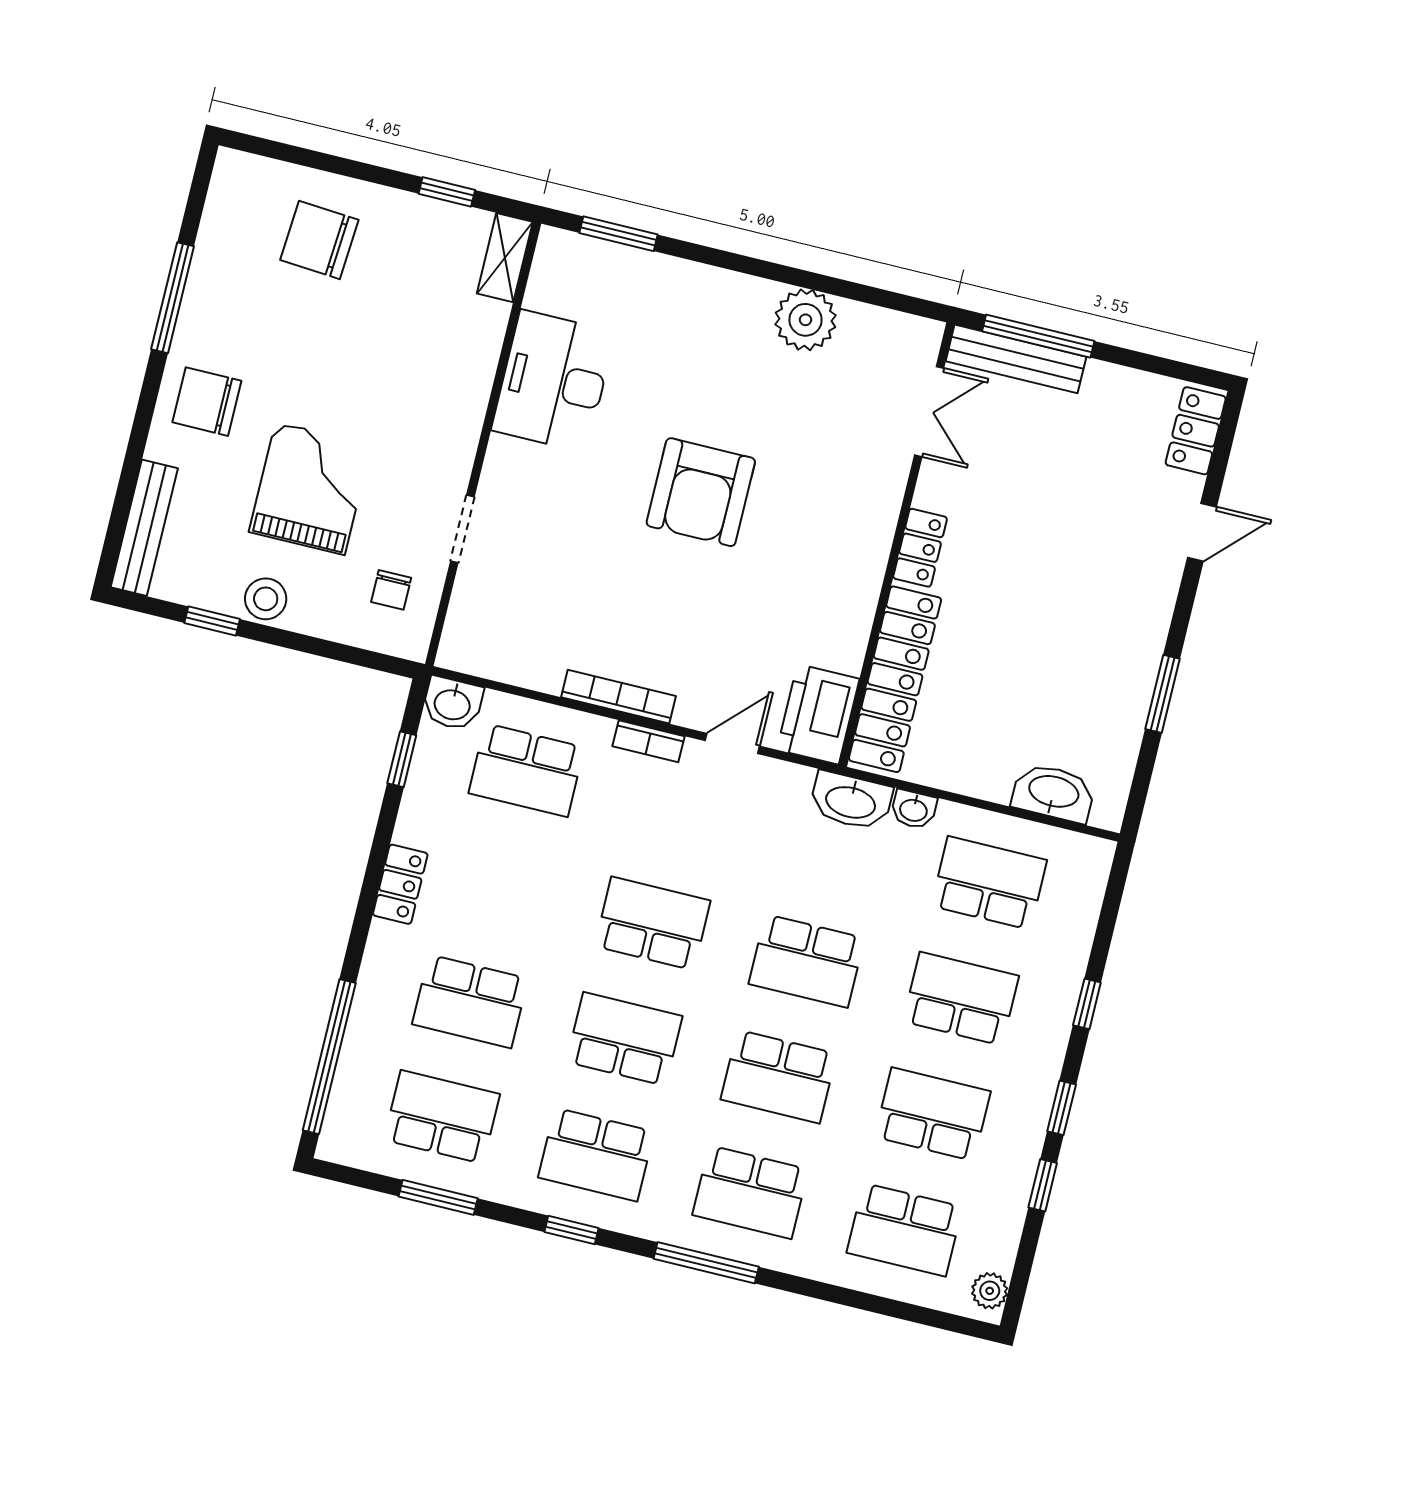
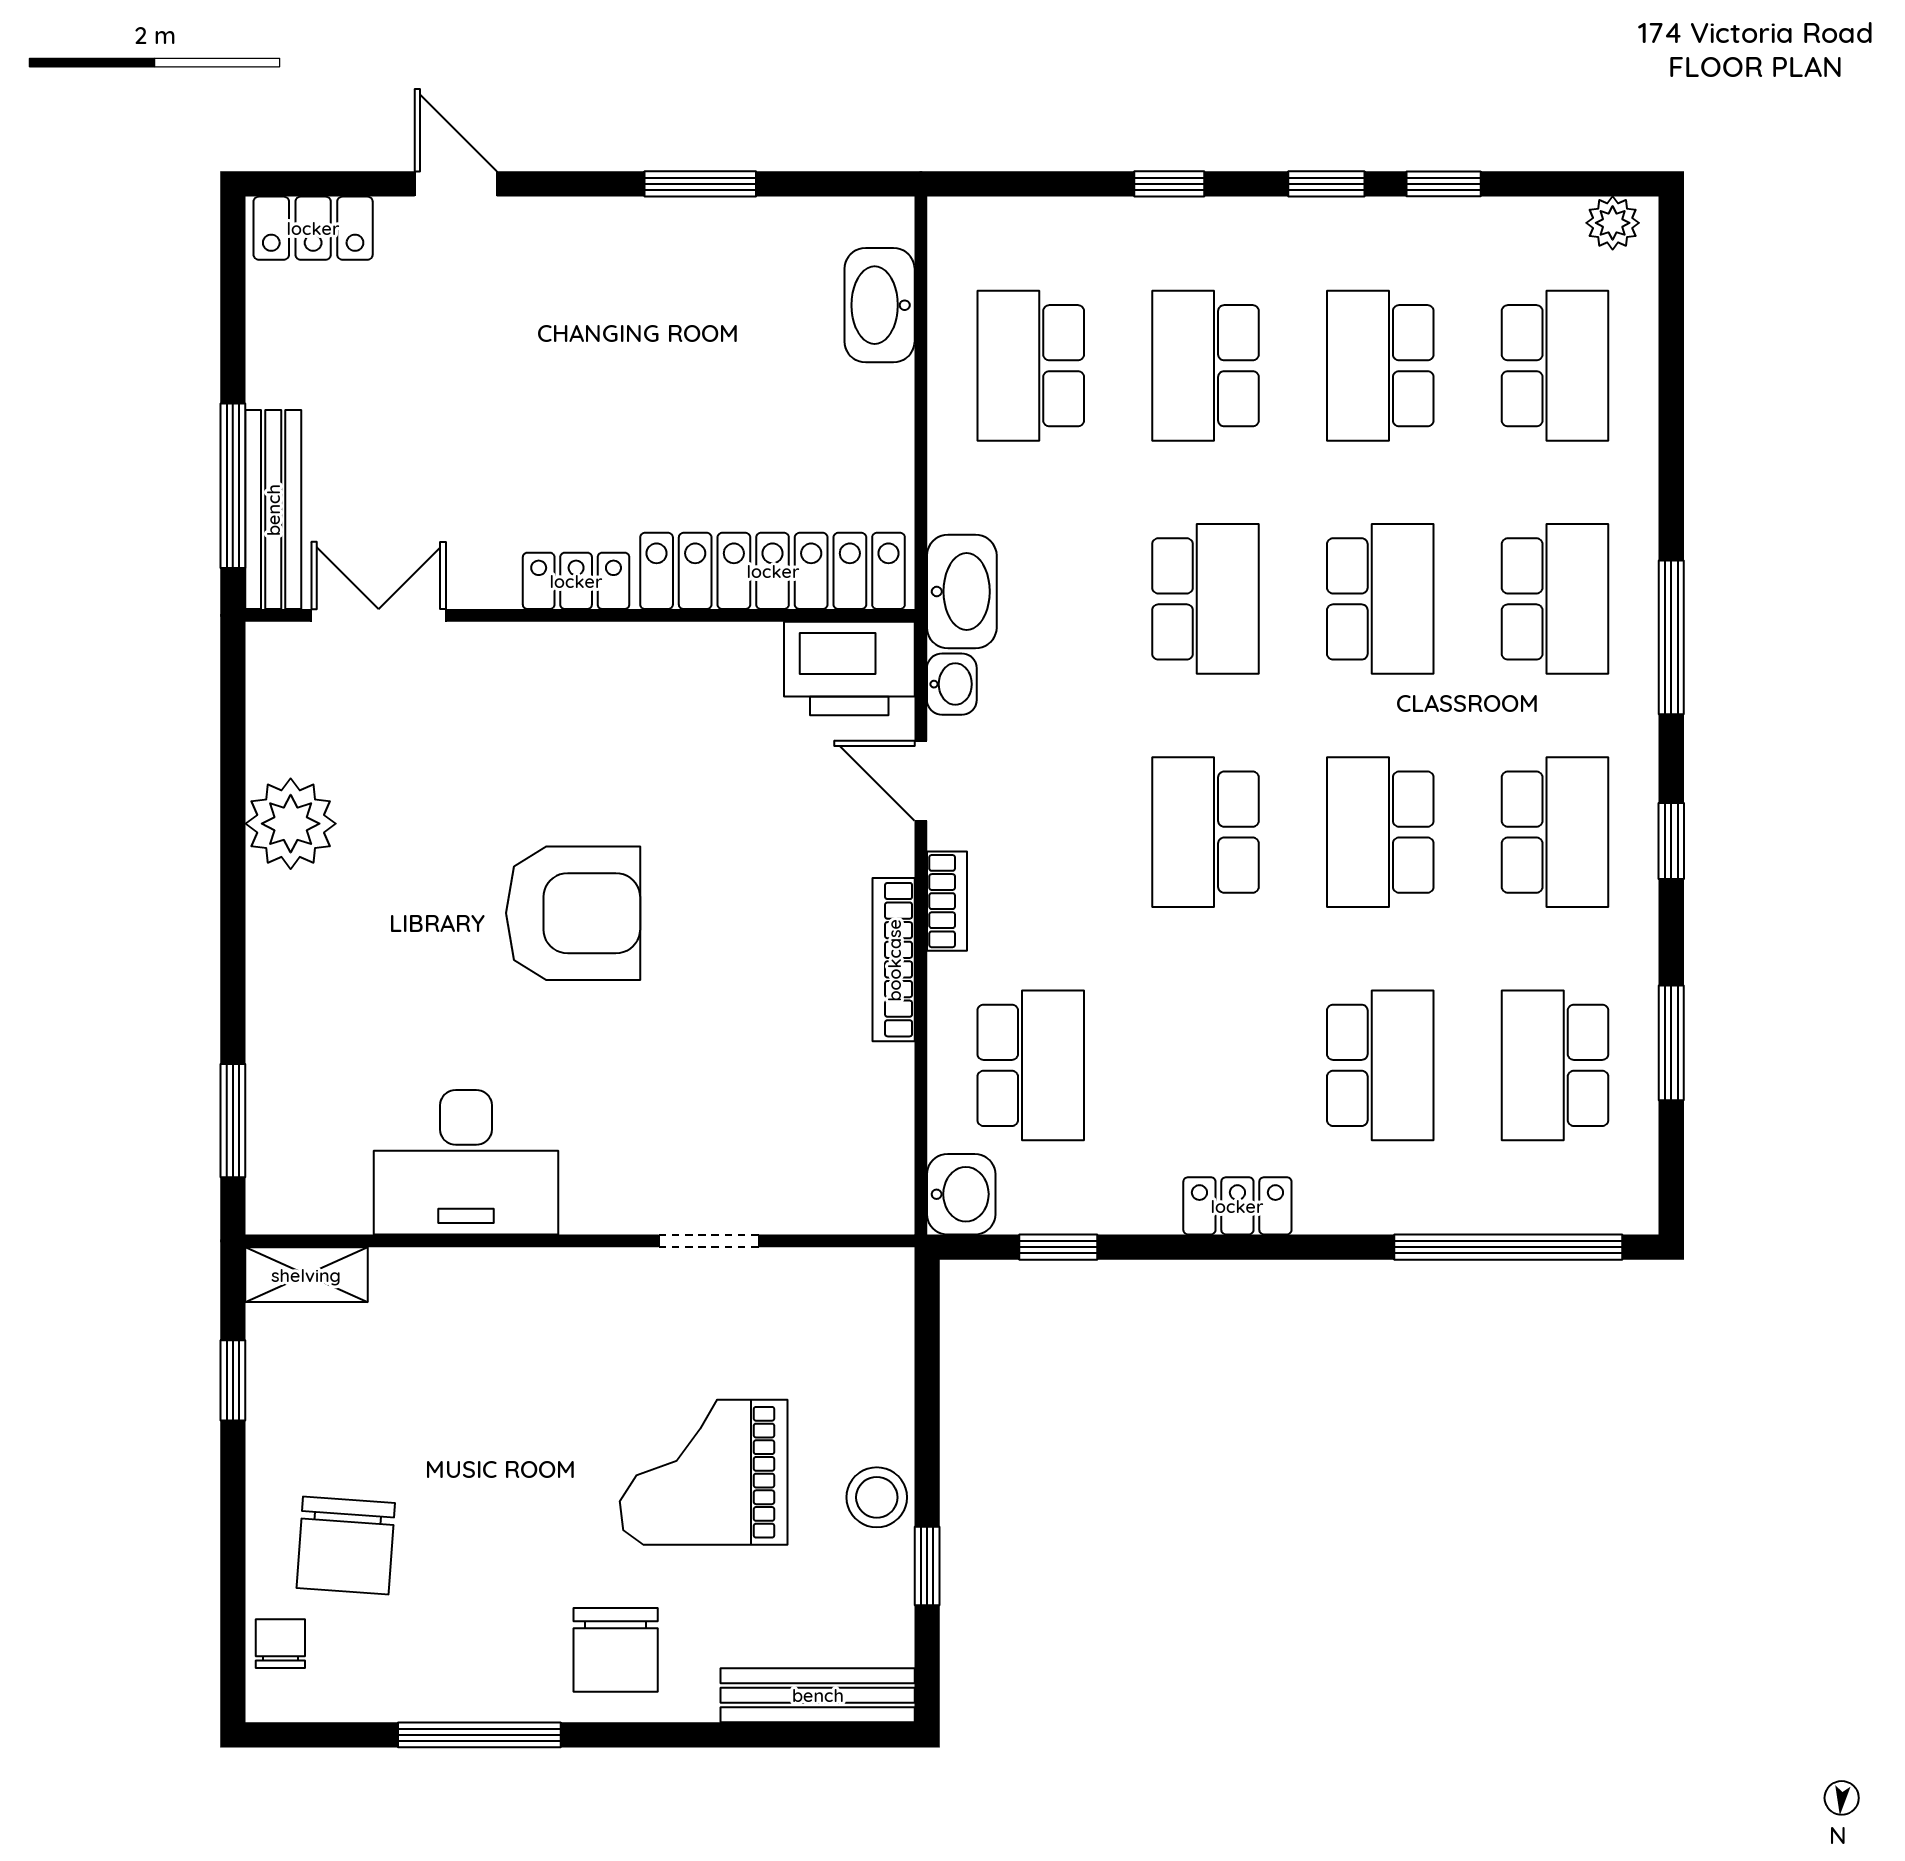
chair: (391, 590) -> (280, 1644), moved, turned -90
washbasin: (914, 809) -> (952, 684), moved

